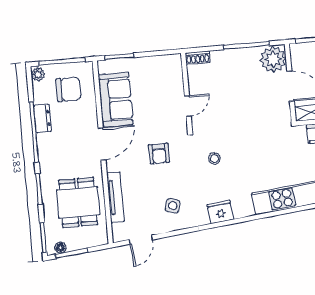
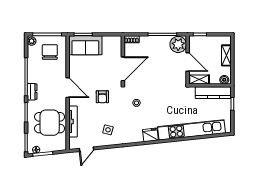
chair: (69, 89) -> (50, 52), turned -90
sofa: (116, 100) -> (85, 45), moved, turned 90
door: (188, 106) -> (123, 69), width x1.88
dresser: (43, 119) -> (32, 92), moved
door: (102, 144) -> (68, 88), hinge flipped
dining table: (78, 202) -> (50, 123), turned 90
fridge: (220, 212) -> (150, 135), moved

